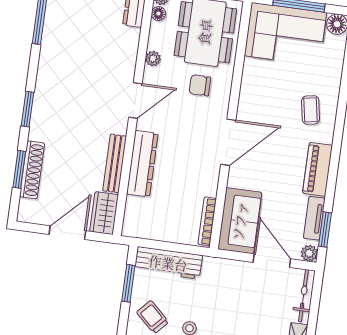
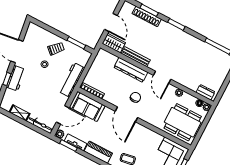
chair: (200, 85) -> (135, 97), moved
workbench: (168, 263) -> (72, 80), moved

